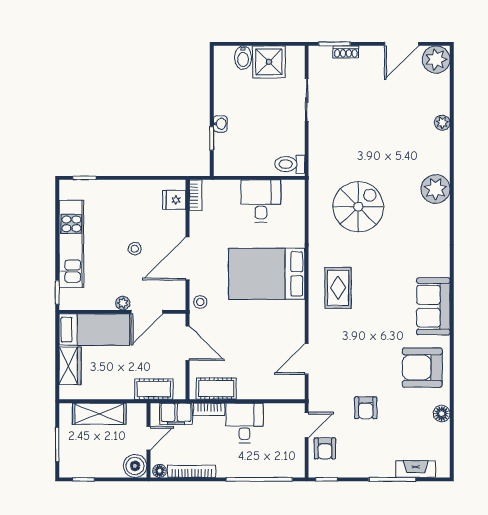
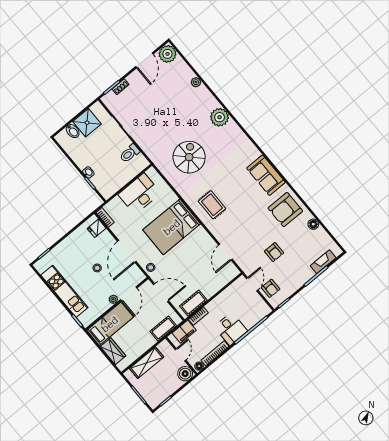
toilet: (290, 164) -> (130, 153), moved
desk: (261, 201) -> (139, 194), width x1.37
desk: (244, 423) -> (231, 329), moved, turned 180

